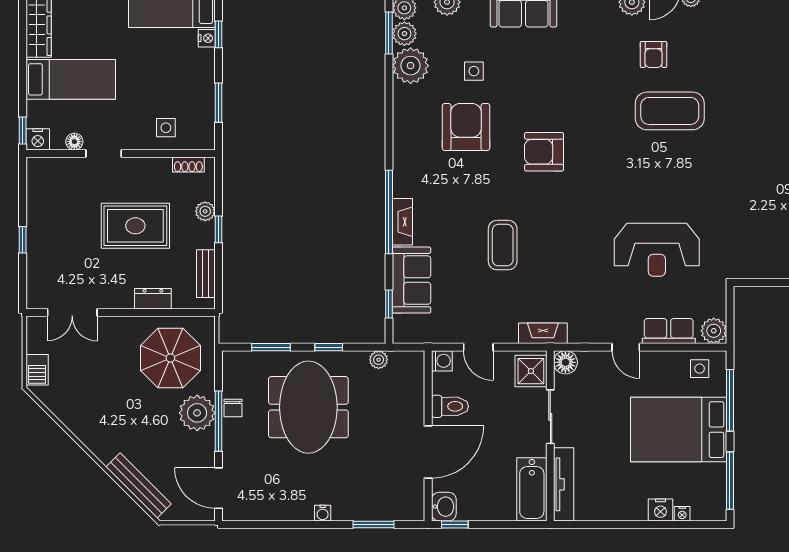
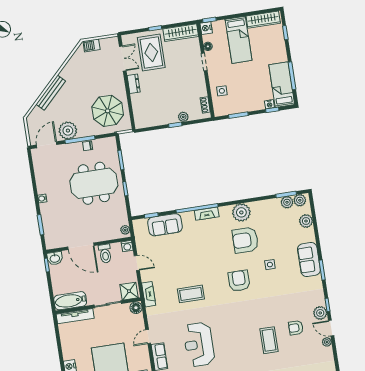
plant: (411, 66) -> (241, 212), moved
side table: (474, 71) -> (270, 265), moved
coffee table: (670, 111) -> (269, 340), width x0.73, depth x0.76
armchair: (466, 127) -> (245, 240), turned 180
wardrobe: (39, 191) -> (181, 33), added
fireplace: (402, 222) -> (207, 214), moved
rug: (135, 226) -> (151, 52), moved
coffee table: (503, 245) -> (191, 294), moved
bench: (206, 274) -> (152, 122), removed
dresser: (153, 299) -> (134, 84), moved
double door: (72, 313) -> (123, 58), swing flipped
door: (478, 347) -> (137, 263), swing flipped
plant: (379, 360) -> (125, 230), moved
plant: (197, 413) -> (68, 131), moved
bench: (139, 485) -> (51, 93), moved

